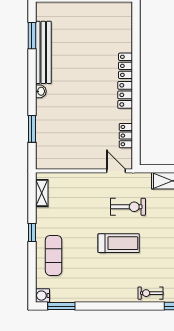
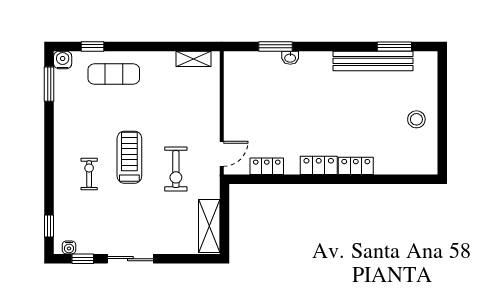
stool: (89, 18) -> (416, 119), added
washbasin: (41, 91) -> (290, 58), moved
window: (32, 233) -> (93, 46), moved
treadmill: (119, 243) -> (129, 157), turned 180
exercise bike: (151, 293) -> (89, 174), moved

